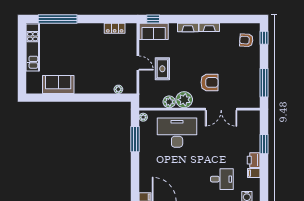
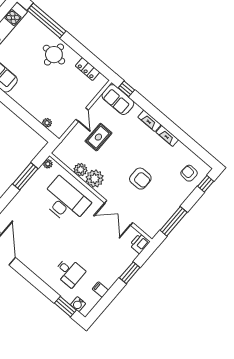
round table: (83, 38) -> (54, 55), added
armchair: (210, 82) -> (140, 179), moved
printer: (254, 160) -> (140, 243), moved

